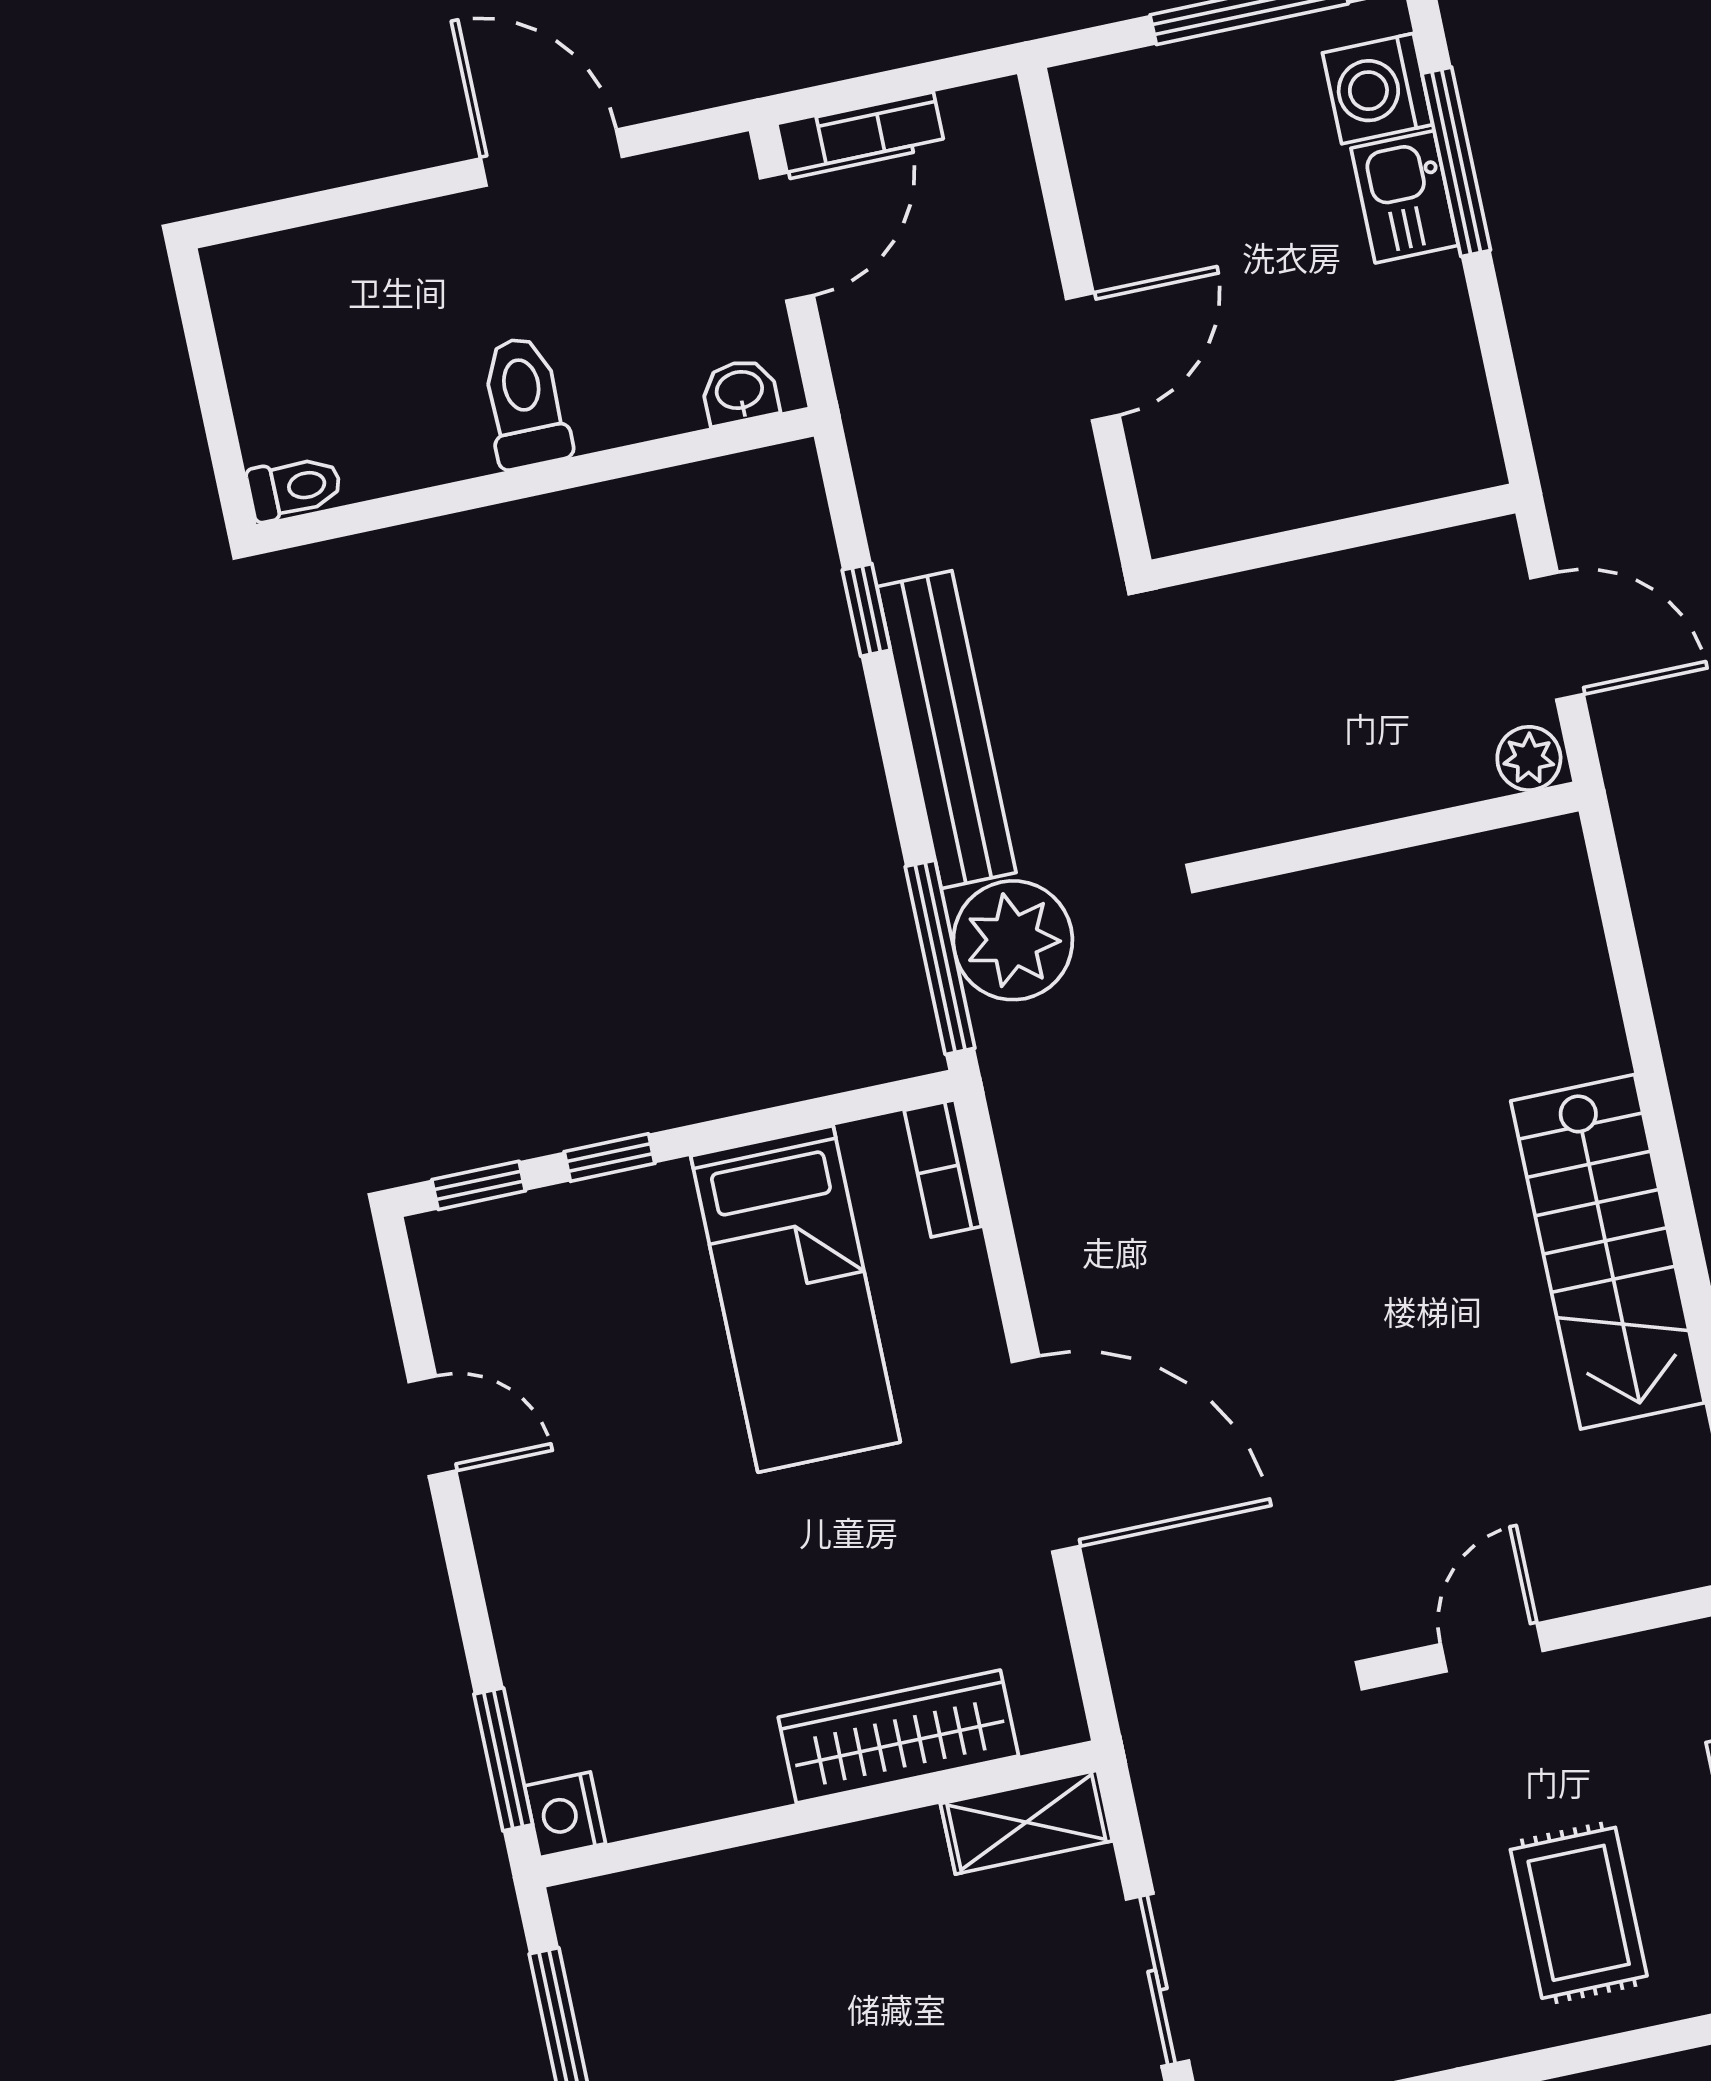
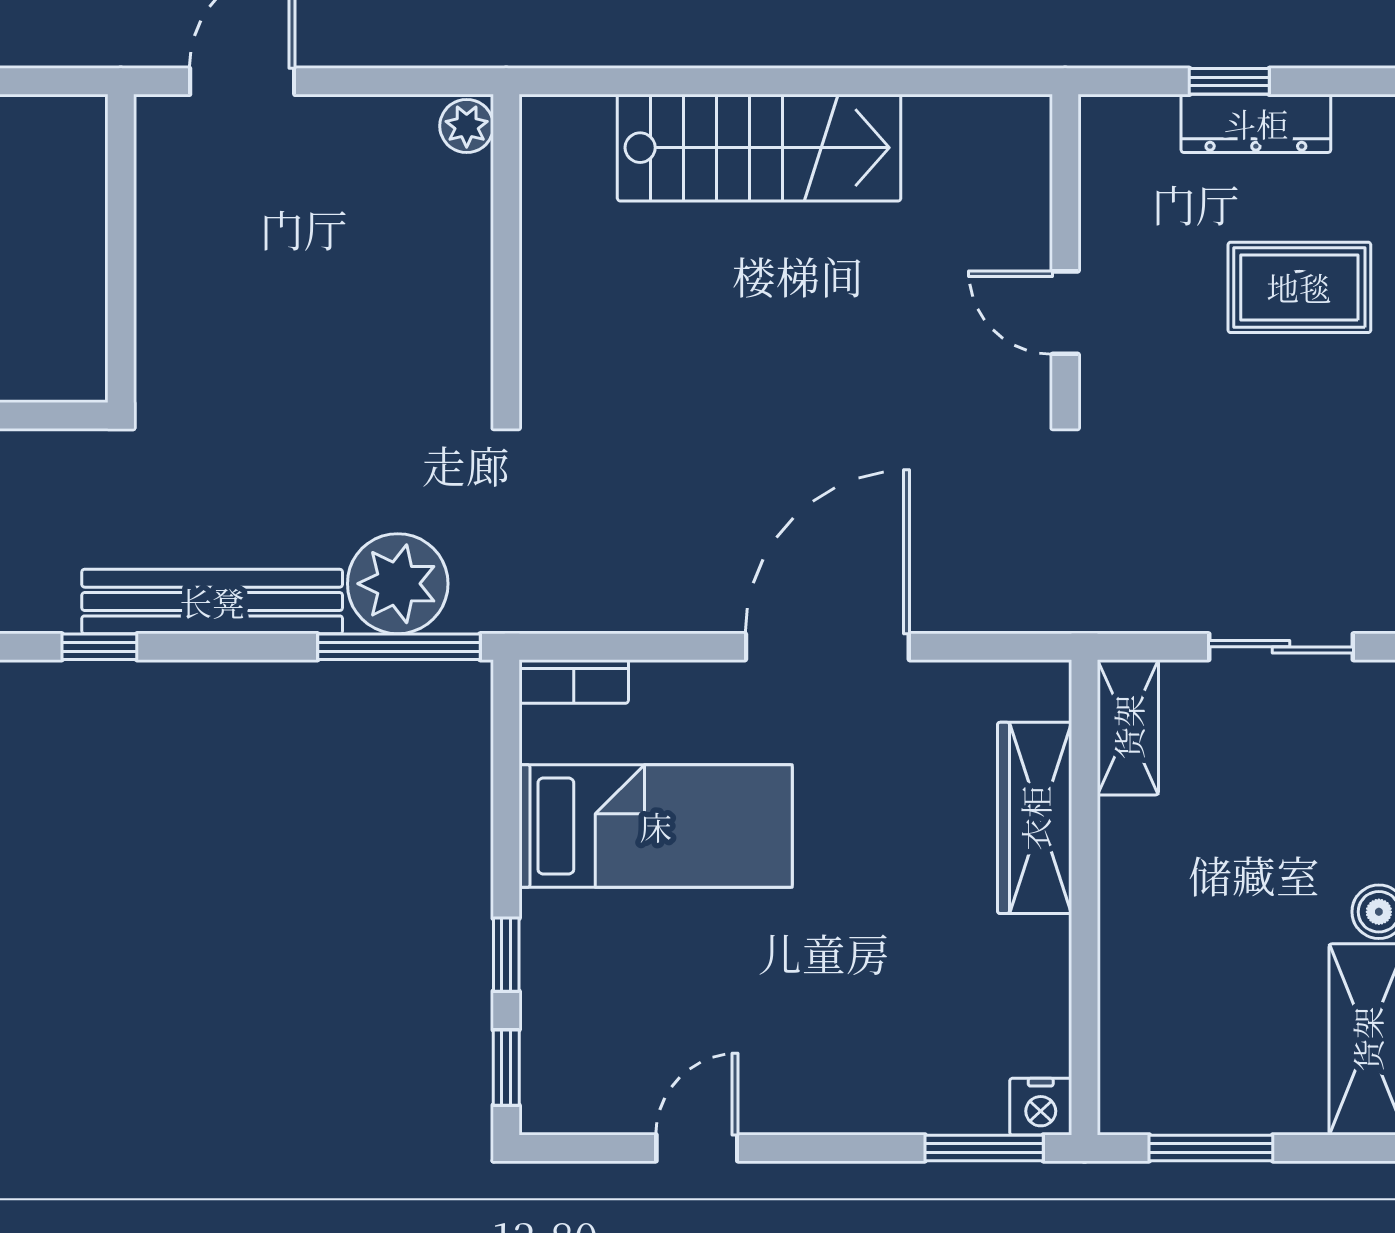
plant: (1529, 758) -> (467, 126), moved
wall: (1397, 834) -> (506, 248), moved

